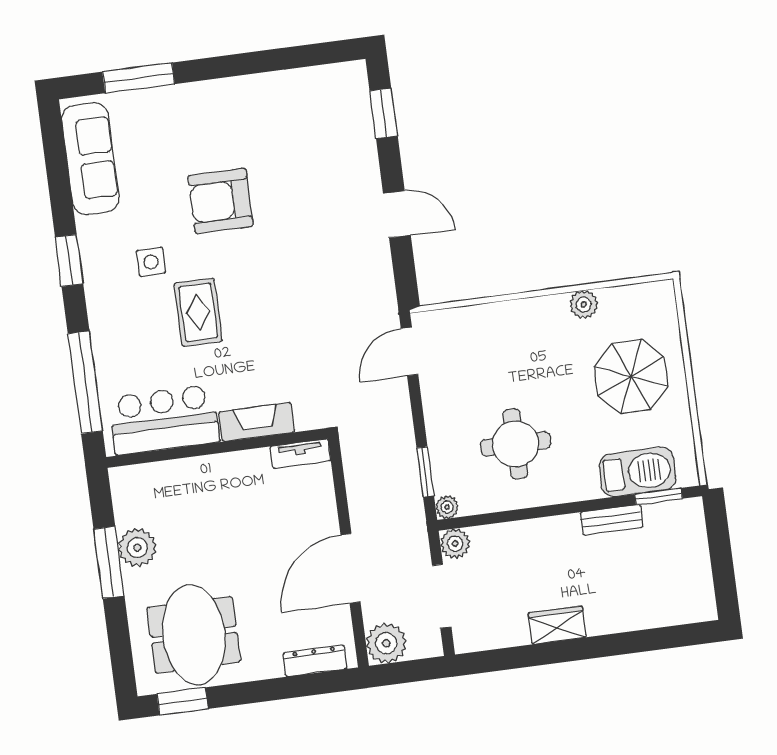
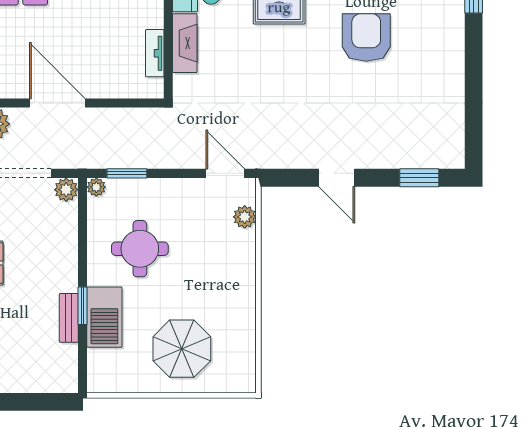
door: (397, 214) -> (337, 178), hinge flipped
plant: (584, 304) -> (245, 217), moved
tv unit: (300, 454) -> (155, 53), moved
barbecue: (638, 472) -> (104, 317), moved
window: (659, 496) -> (83, 306), moved

